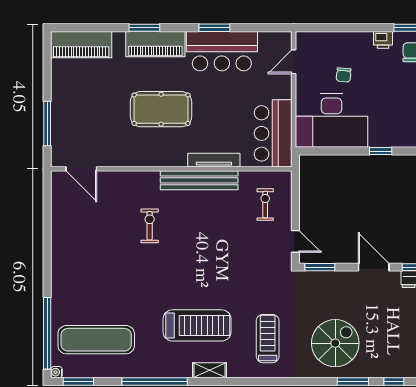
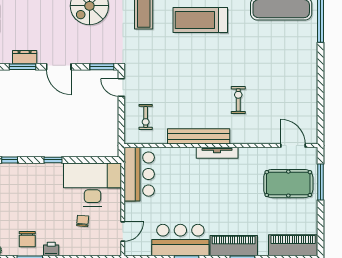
pool table: (161, 109) -> (288, 184), moved
tv unit: (214, 160) -> (217, 153), moved
exercise bike: (150, 226) -> (238, 100), turned 180

